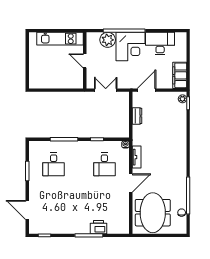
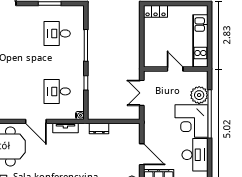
door: (85, 61) -> (175, 69), hinge flipped
locker: (34, 78) -> (156, 11), added
double door: (106, 90) -> (142, 93), swing flipped
door: (147, 90) -> (142, 154), moved
dresser: (137, 116) -> (99, 129), moved

